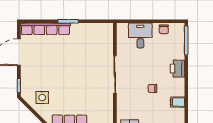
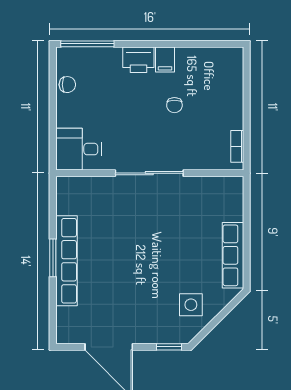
row of seats: (45, 29) -> (66, 261), moved
desk: (140, 36) -> (79, 149), moved
filing cabinet: (178, 102) -> (165, 60), moved

